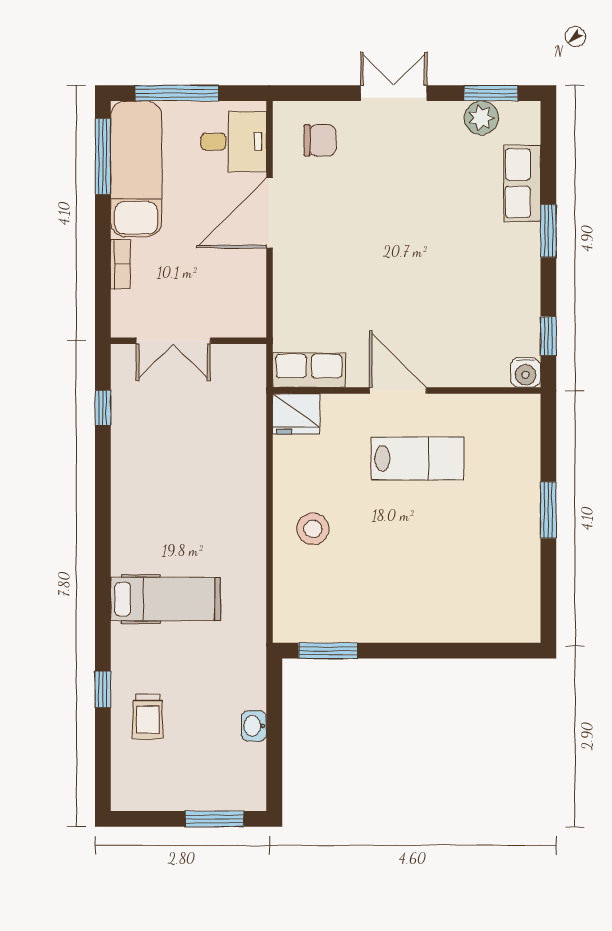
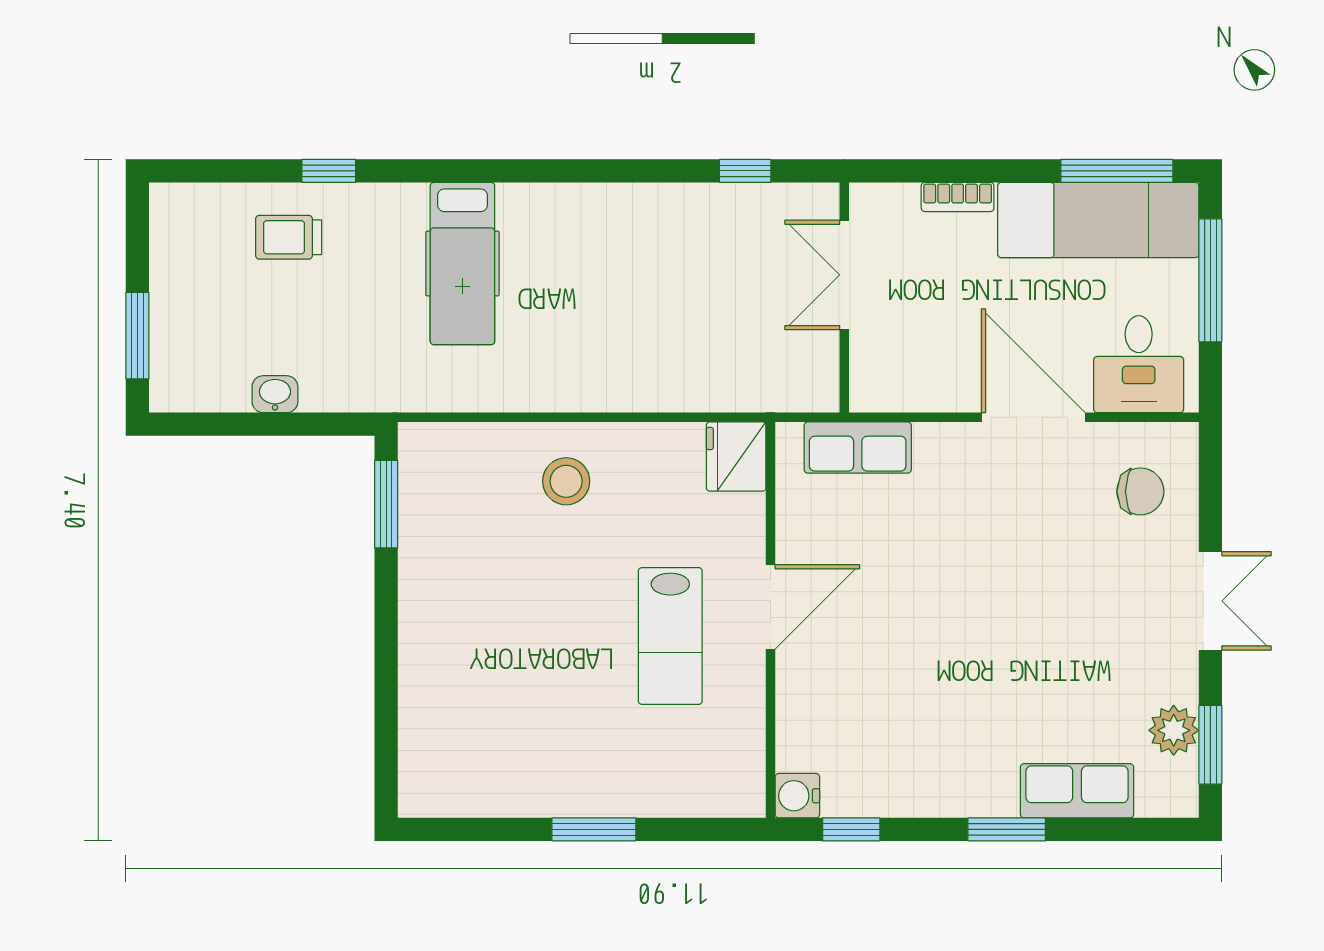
chair: (320, 140) -> (1140, 491), turned -90
row of seats: (309, 370) -> (858, 447), moved, turned 90

